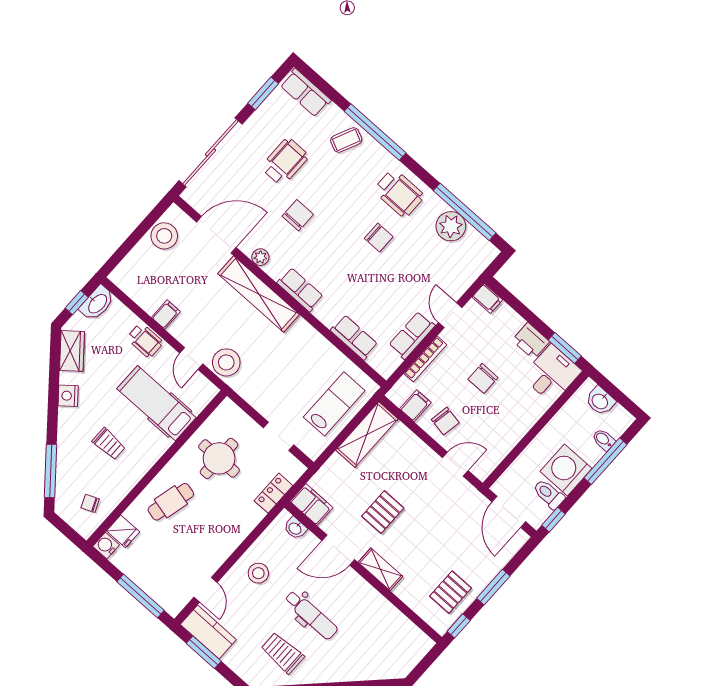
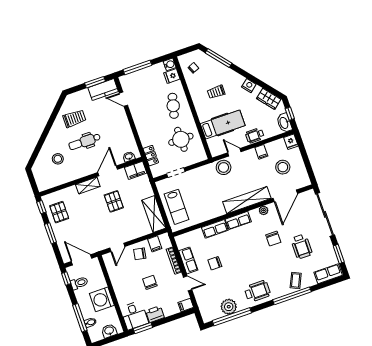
wheelchair: (399, 193) -> (257, 291), turned 180
stool: (164, 236) -> (283, 167), moved
chair: (379, 238) -> (215, 263), moved
fridge: (122, 275) -> (291, 142), added
row of seats: (354, 337) -> (215, 229), moved
washing machine: (566, 470) -> (102, 299), moved, turned 180
stool: (258, 573) -> (58, 159), moved

